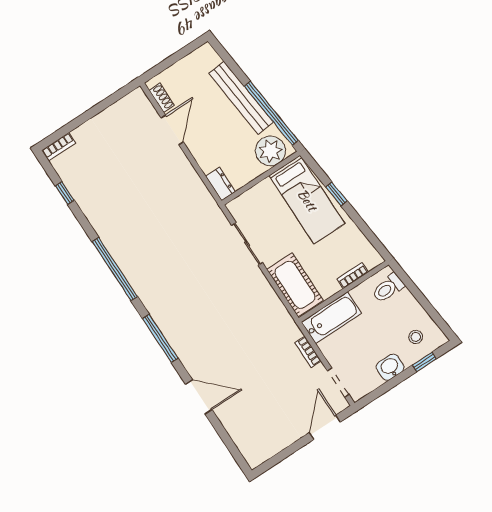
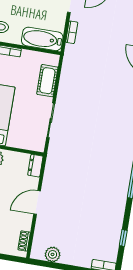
plant: (121, 111) -> (53, 254), added
door: (172, 130) -> (37, 203), moved
cot: (295, 285) -> (47, 81), width x0.73, depth x0.75

